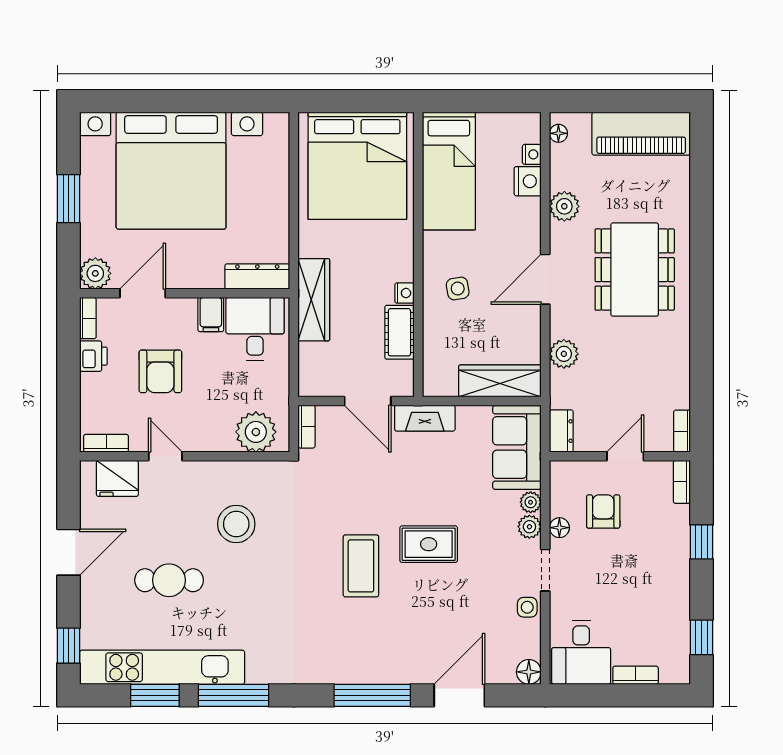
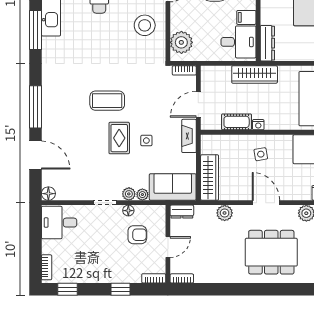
door: (625, 456) -> (168, 247), hinge flipped
stool: (236, 524) -> (145, 25), moved
side table: (527, 607) -> (146, 141), moved
bookcase: (636, 675) -> (47, 267), moved

